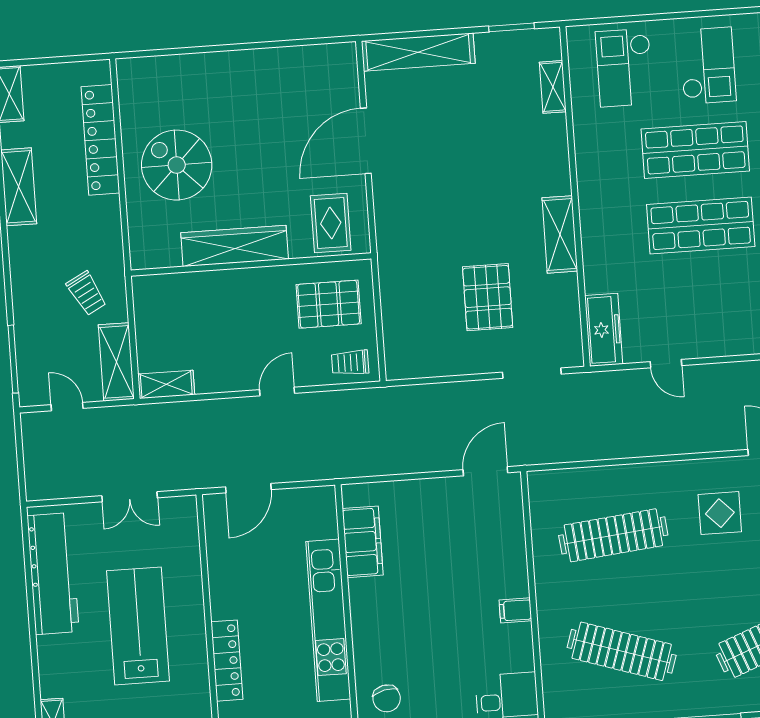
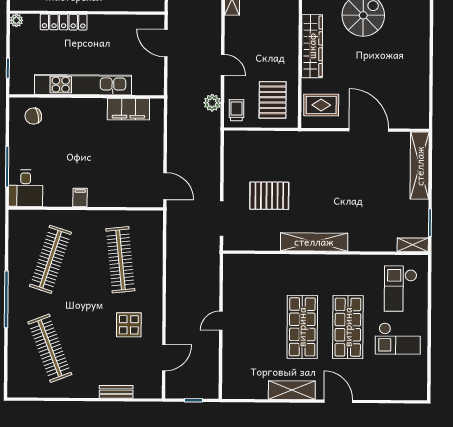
checkout: (624, 68) -> (401, 289), turned -90
shelving: (553, 87) -> (413, 245), moved
shelving: (560, 234) -> (314, 242), width x1.47
freezer: (604, 330) -> (244, 264), removed
door: (666, 364) -> (221, 321), moved
plant: (341, 404) -> (212, 103), added

